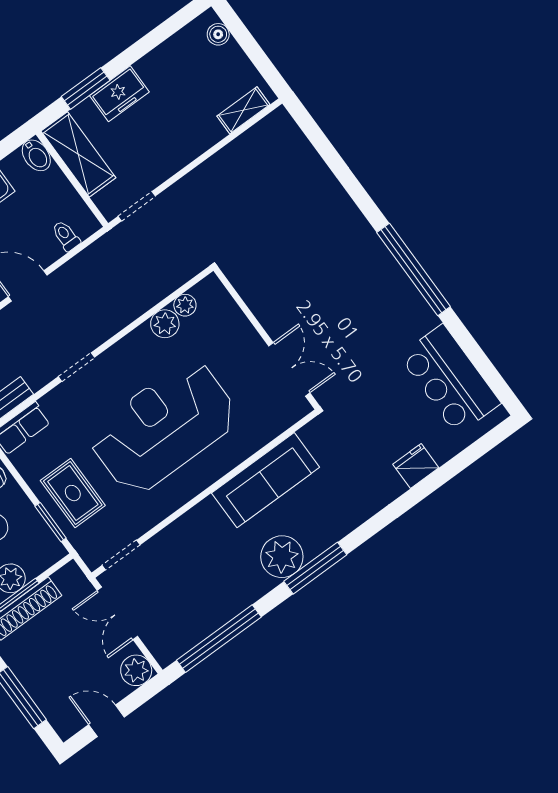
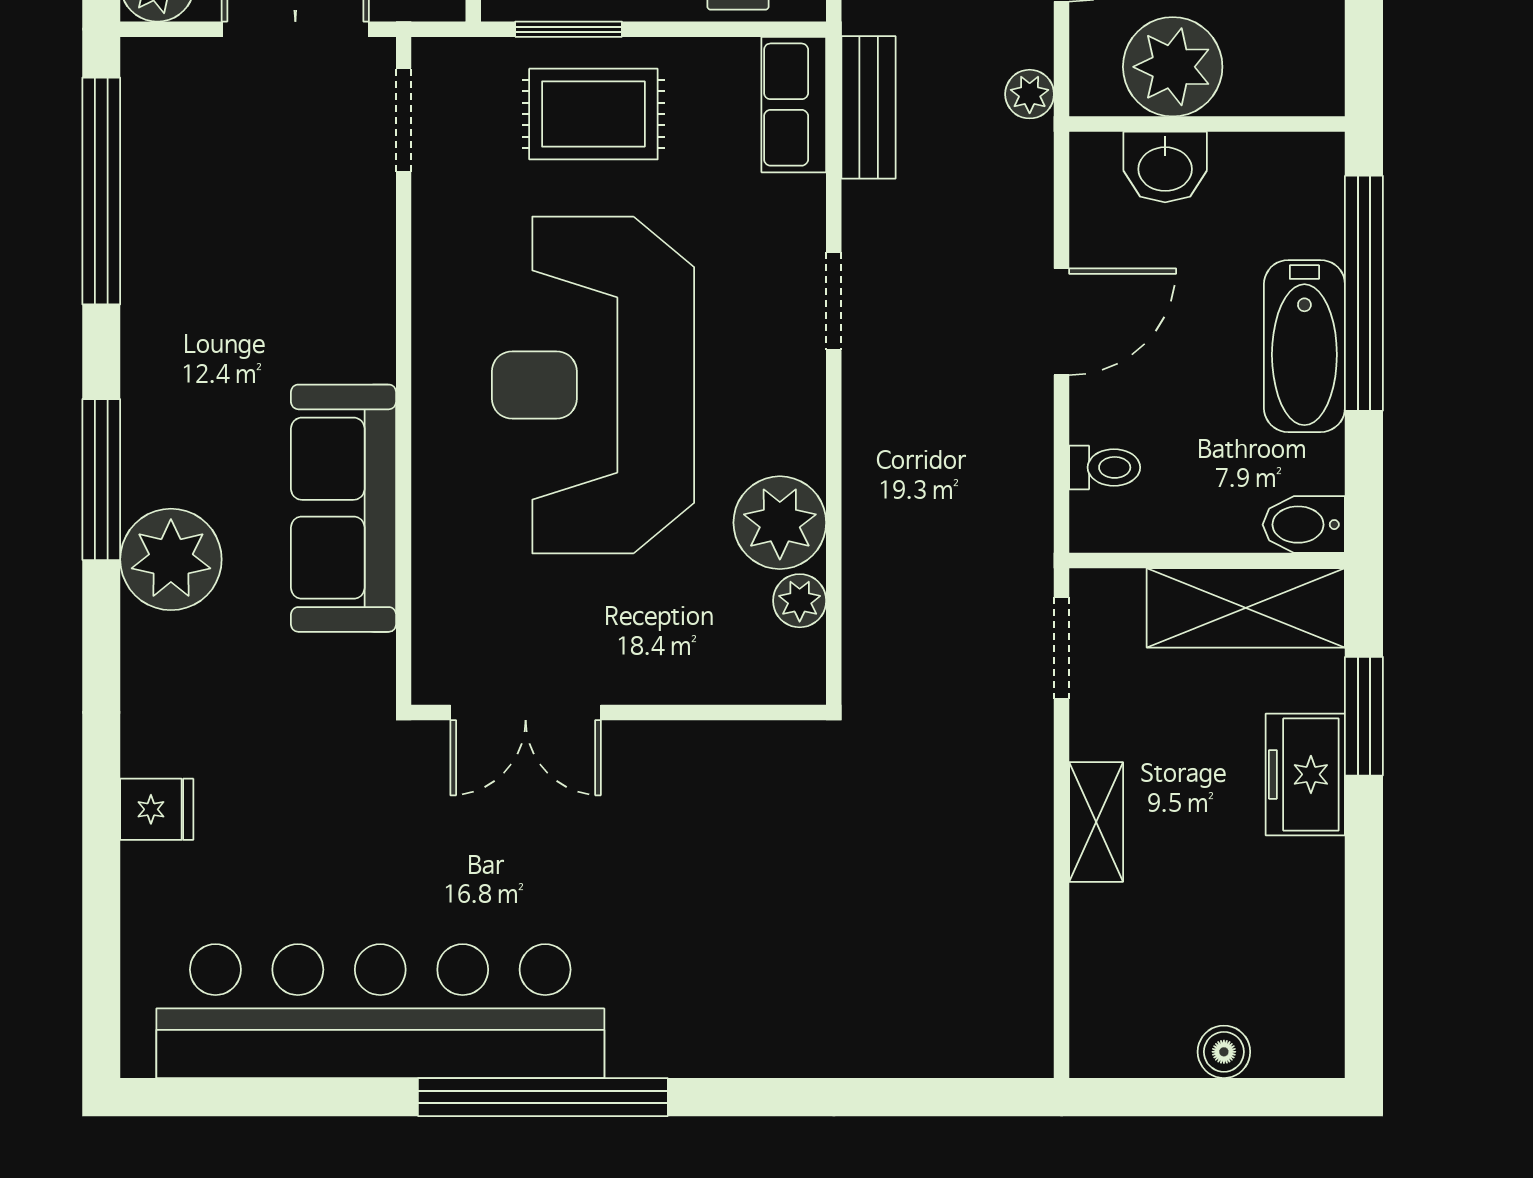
boiler: (218, 34) -> (1224, 1052), moved
shelving: (243, 110) -> (1096, 822), moved
plant: (165, 324) -> (780, 523), width x1.36, depth x1.36
bar counter: (450, 379) -> (380, 1011), width x1.86
reception desk: (163, 427) -> (593, 385), turned 180
fridge: (416, 466) -> (157, 809), width x0.72
plant: (282, 557) -> (171, 559), moved

